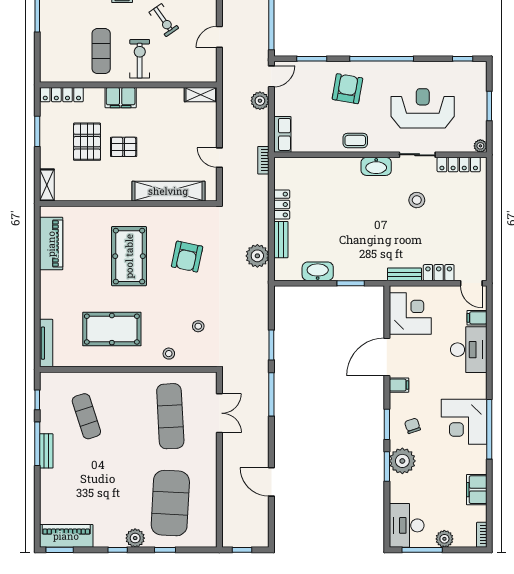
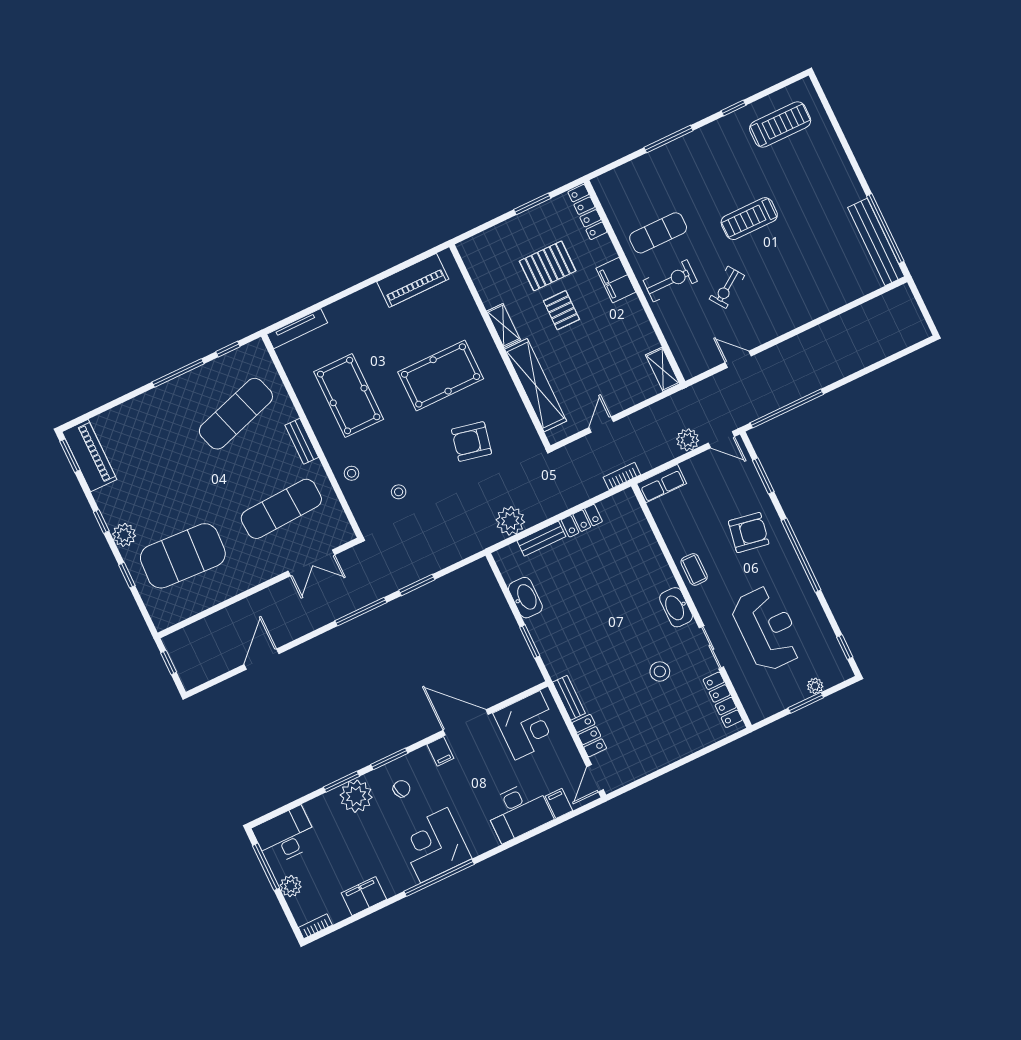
plant: (480, 146) -> (815, 686), moved
shelving: (47, 185) -> (503, 325), moved, turned 90
exercise mat: (86, 416) -> (236, 414), width x1.36, depth x1.45
bench: (46, 451) -> (302, 441), moved, turned 90

